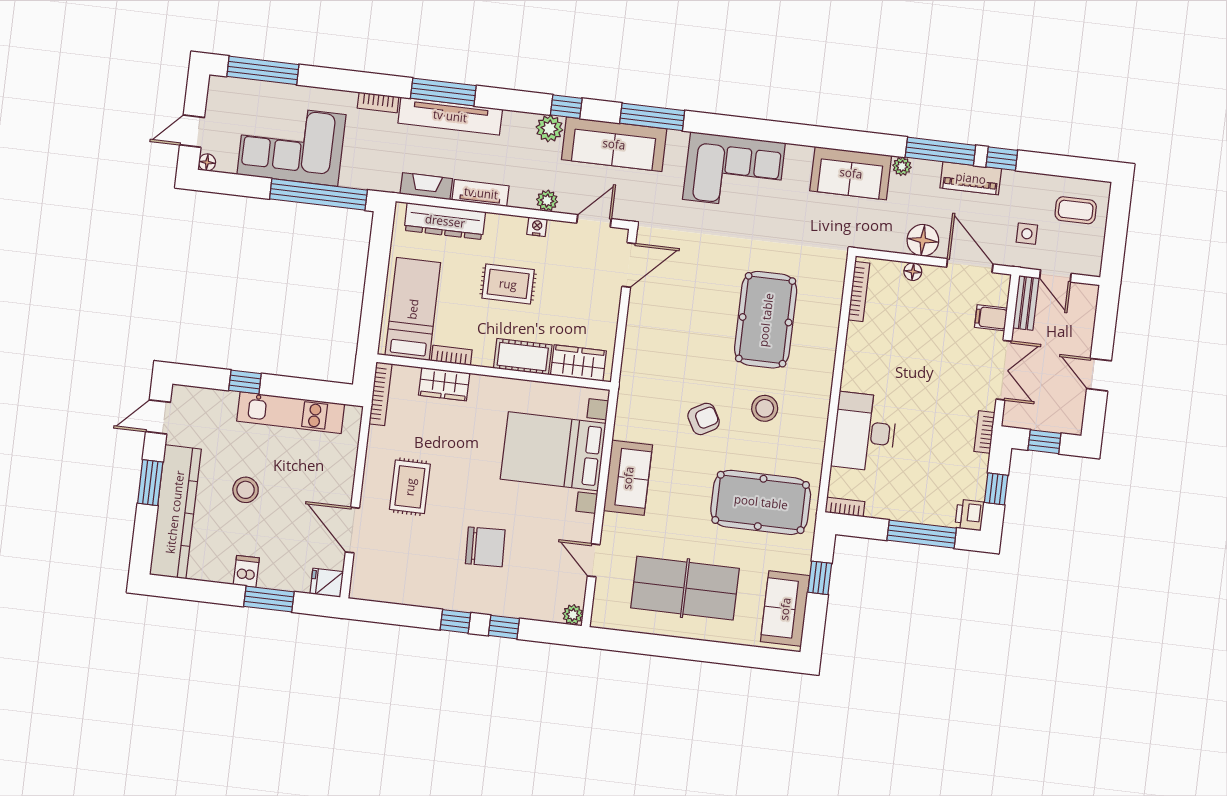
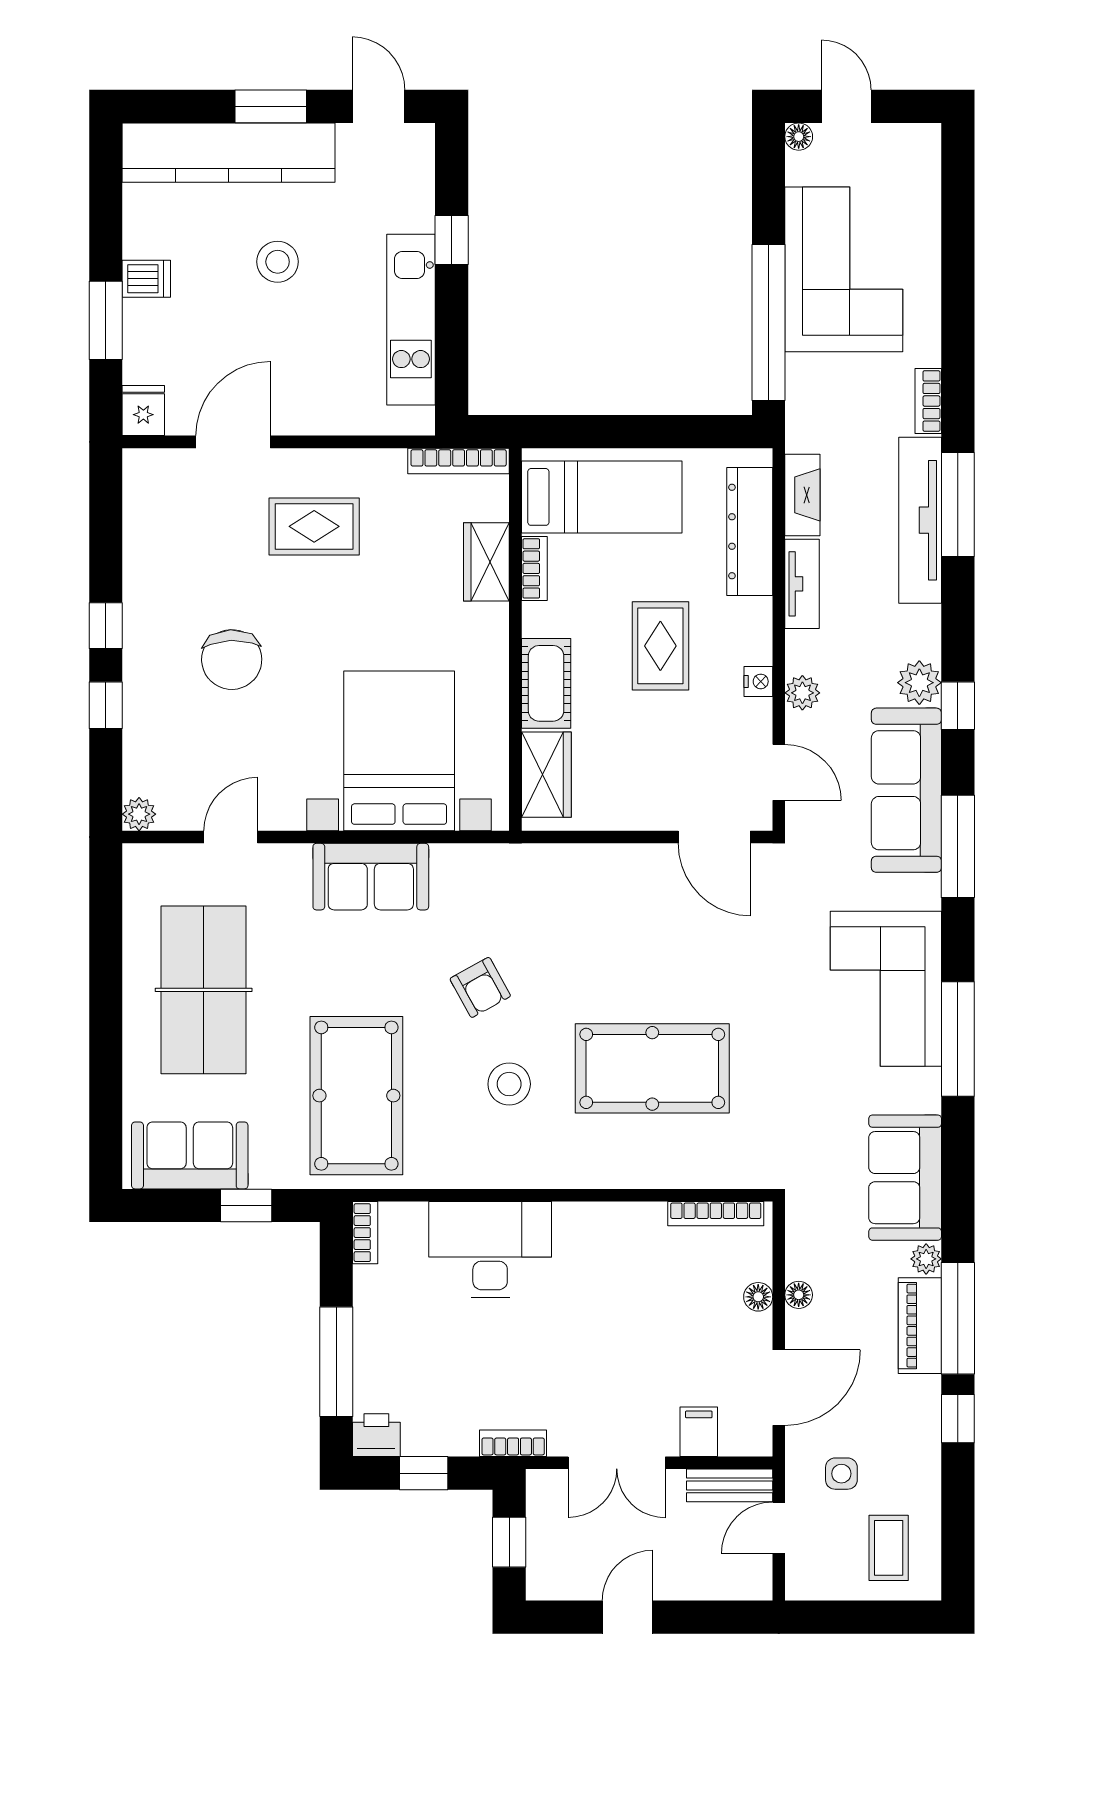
window: (263, 70) -> (958, 1039), moved
piano: (971, 178) -> (920, 1326), moved
floor lamp: (923, 240) -> (799, 1295), width x0.53, depth x0.53

